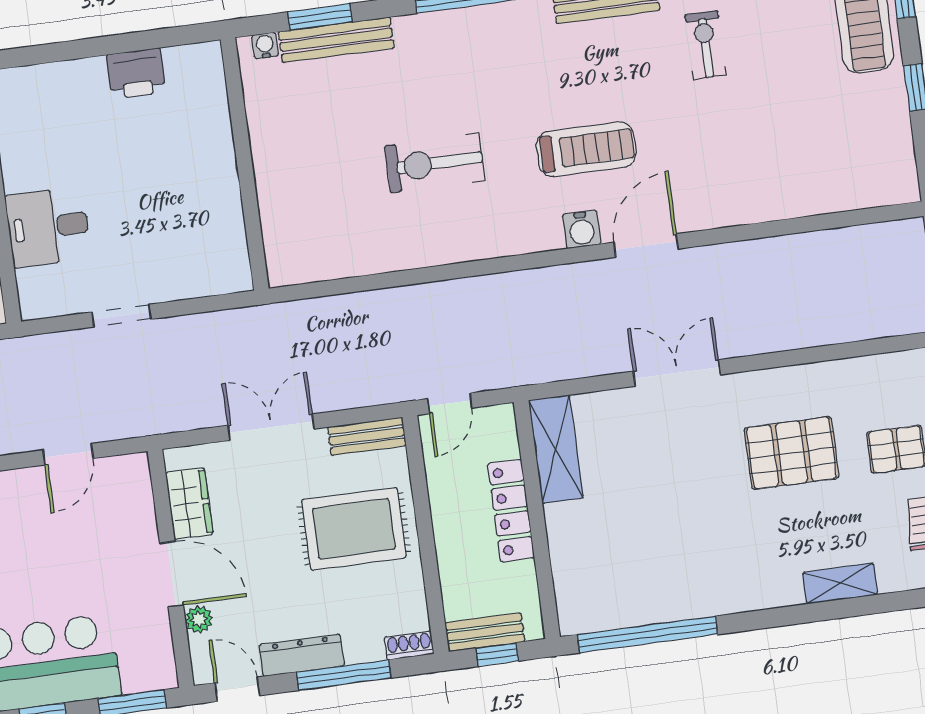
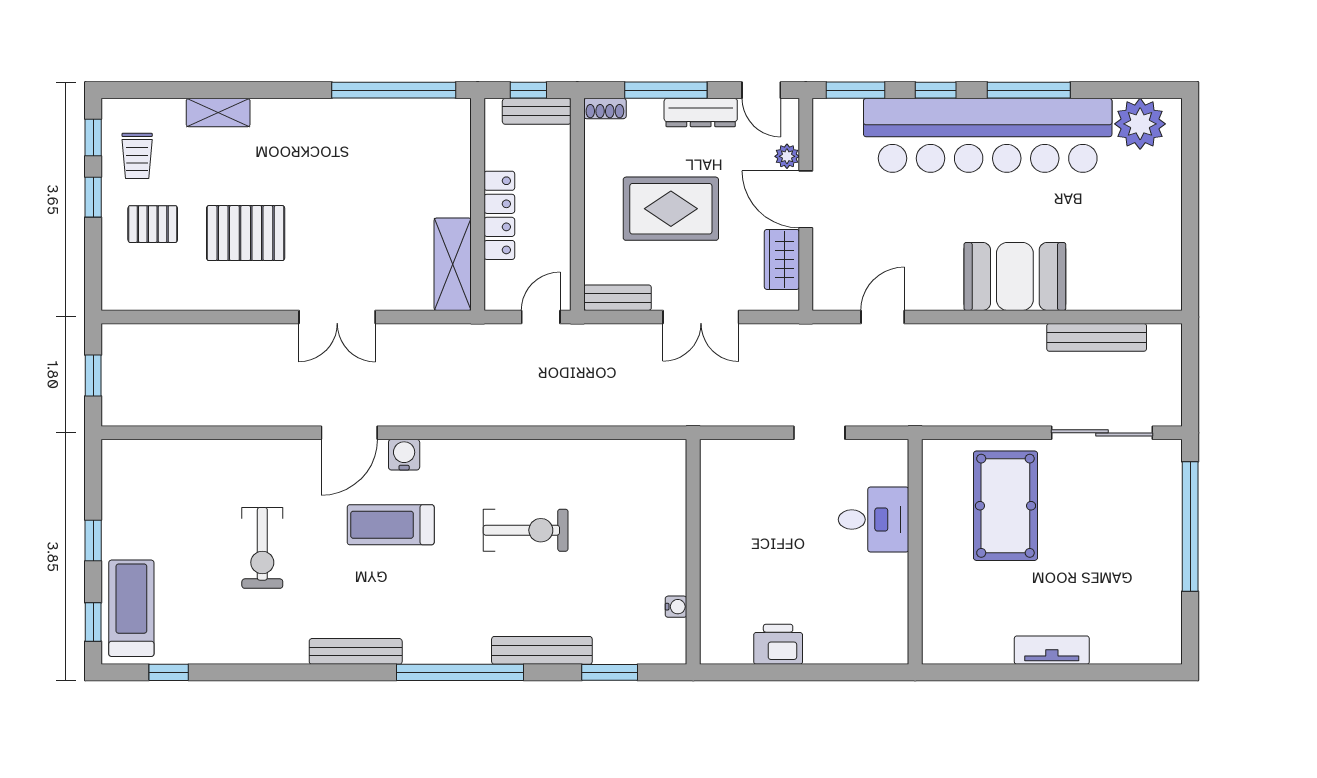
bench: (336, 40) -> (542, 650), moved
exercise bike: (706, 45) -> (262, 548), moved, width x1.38, depth x1.39
water cooler: (265, 46) -> (676, 607), moved, turned -90
rug: (354, 529) -> (671, 209), moved

